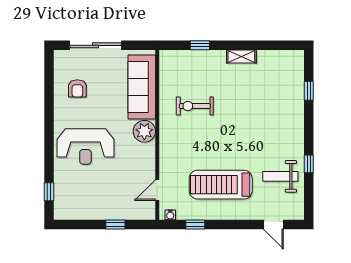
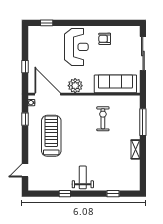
window: (200, 45) -> (143, 122), width x2.17
armchair: (77, 88) -> (105, 39), moved
plant: (144, 131) -> (75, 86), moved
reception desk: (85, 147) -> (76, 47), turned 180
weight bench: (280, 176) -> (83, 177), moved
door: (157, 190) -> (48, 94), width x1.88

